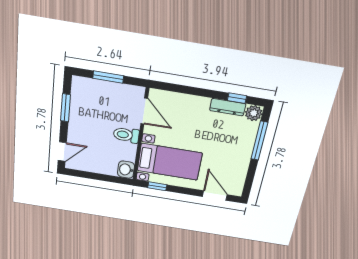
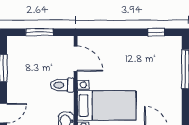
dresser: (228, 107) -> (150, 42), removed
plant: (254, 113) -> (174, 43), removed

